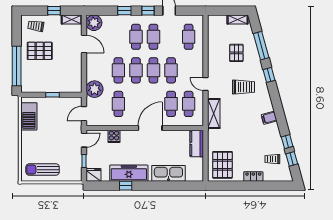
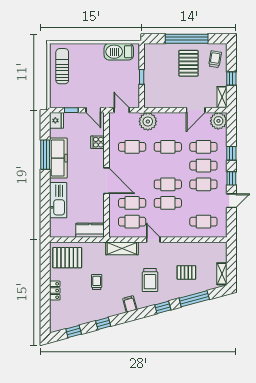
window: (17, 66) -> (187, 39), moved
cafe table: (136, 70) -> (203, 147), moved
door: (206, 84) -> (153, 240), hinge flipped
filing cabinet: (269, 118) -> (130, 304), moved
window: (287, 142) -> (103, 323), moved
trolley: (272, 159) -> (97, 282), moved
window: (126, 186) -> (45, 155), width x2.17

